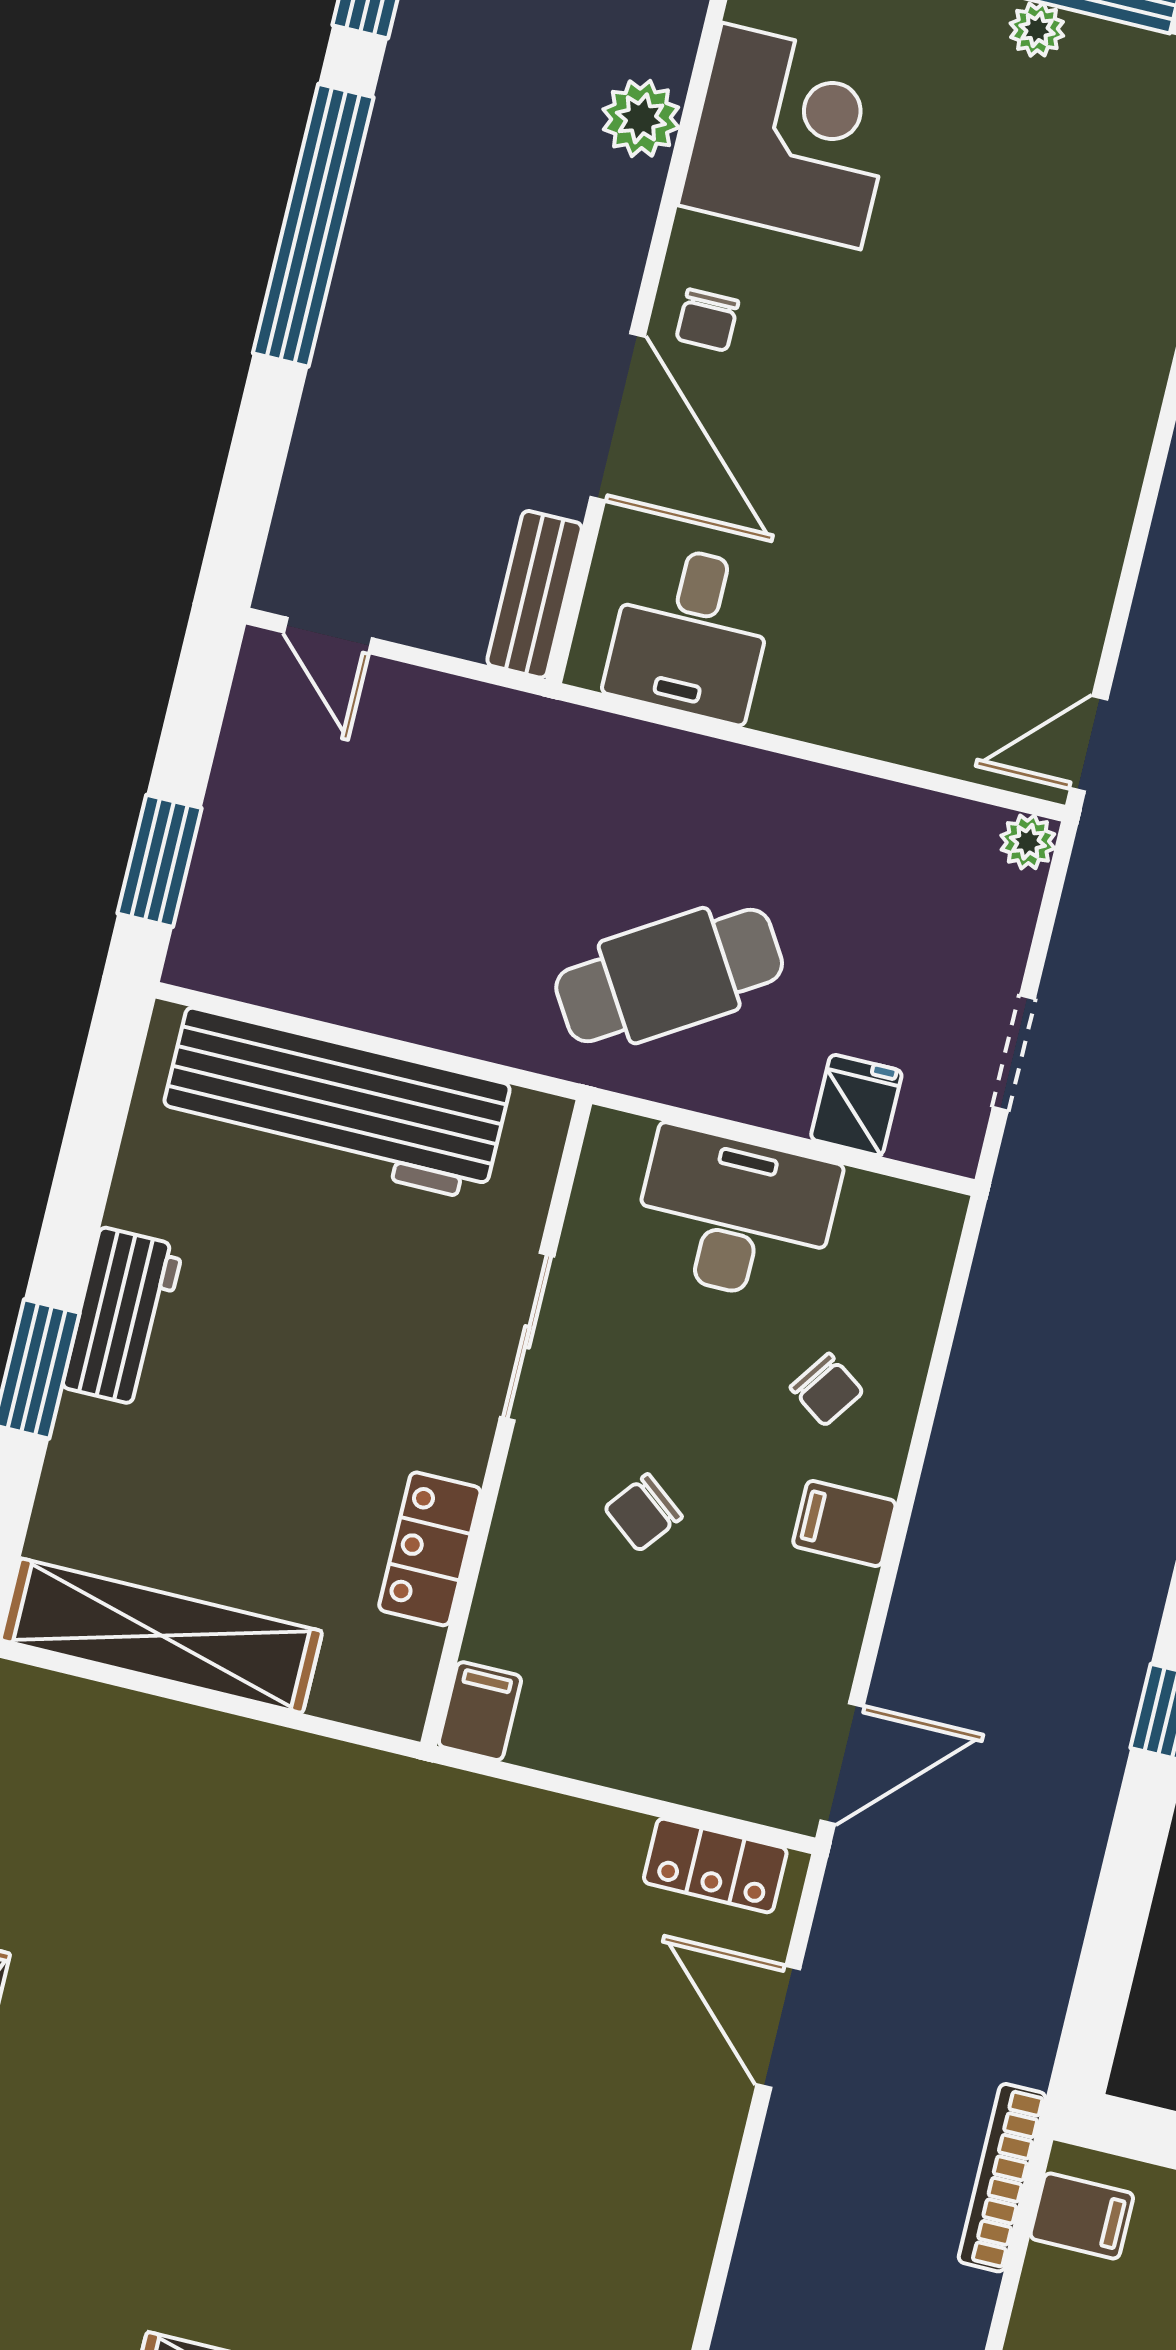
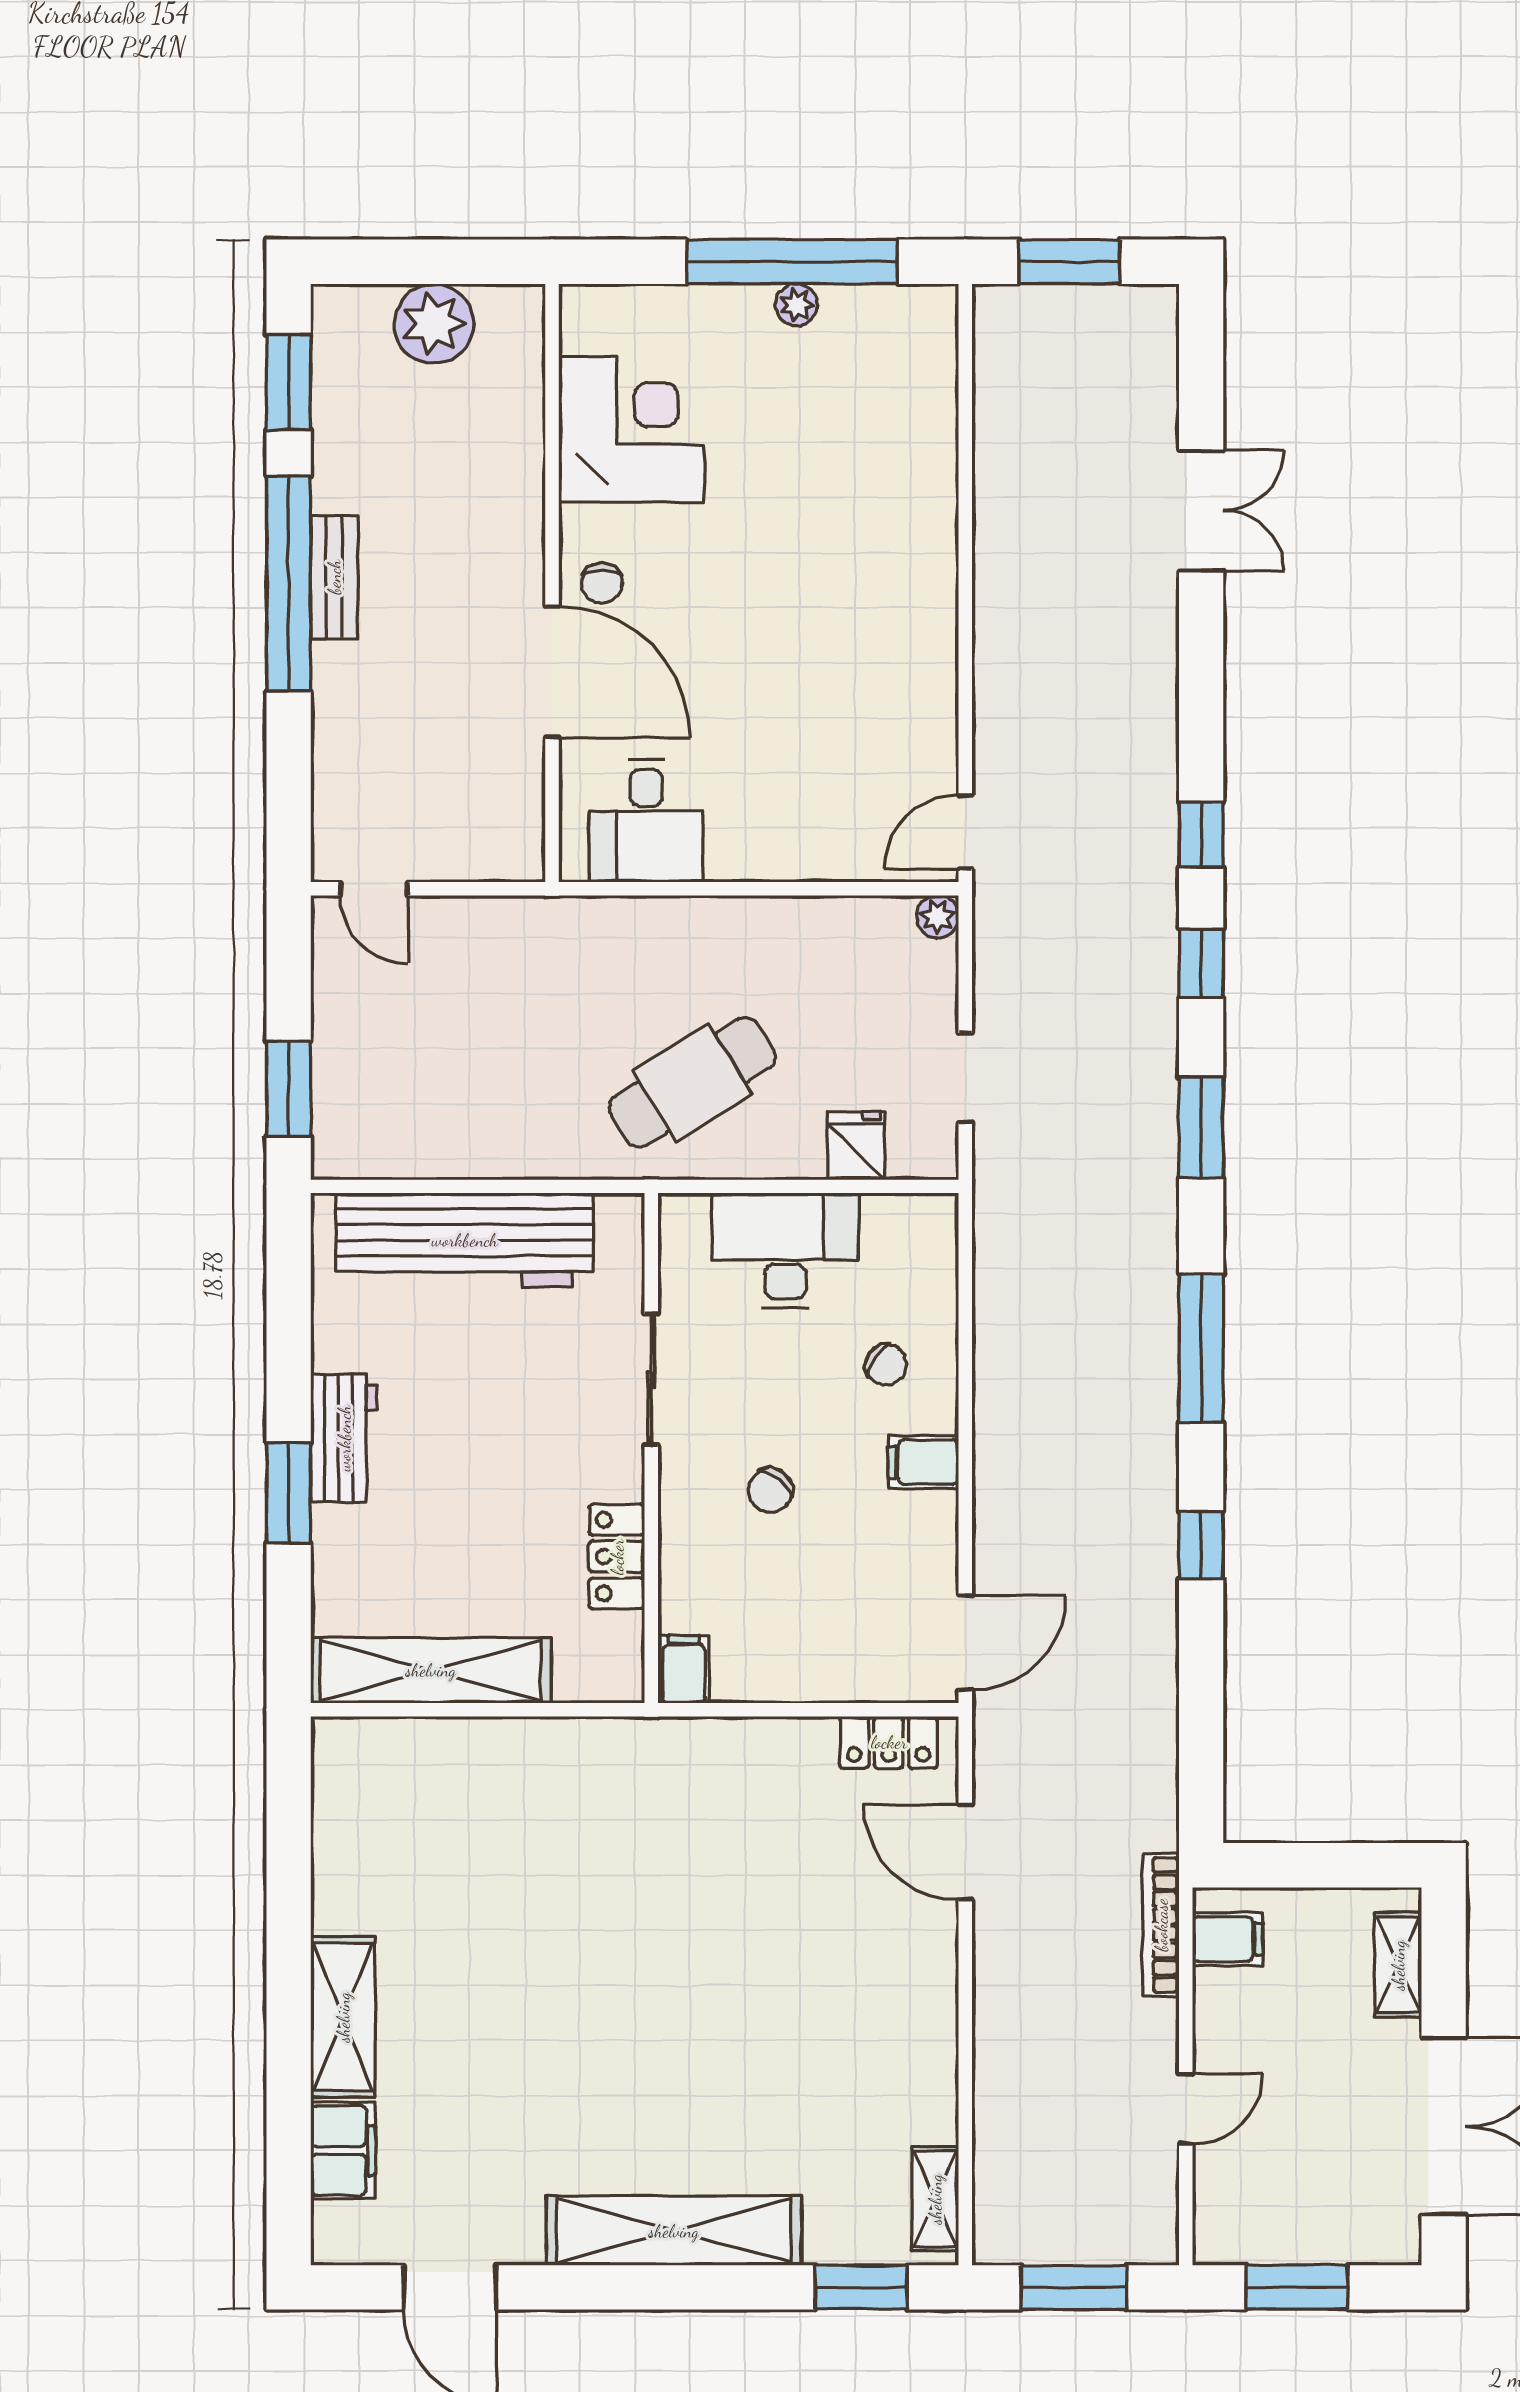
plant: (641, 118) -> (515, 444), removed
bench: (535, 594) -> (334, 577), moved

